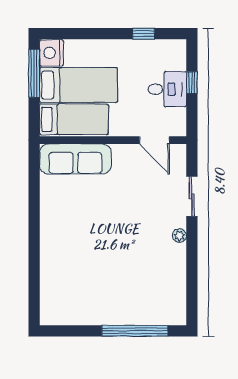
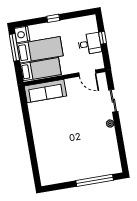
window: (144, 34) -> (53, 18), moved

